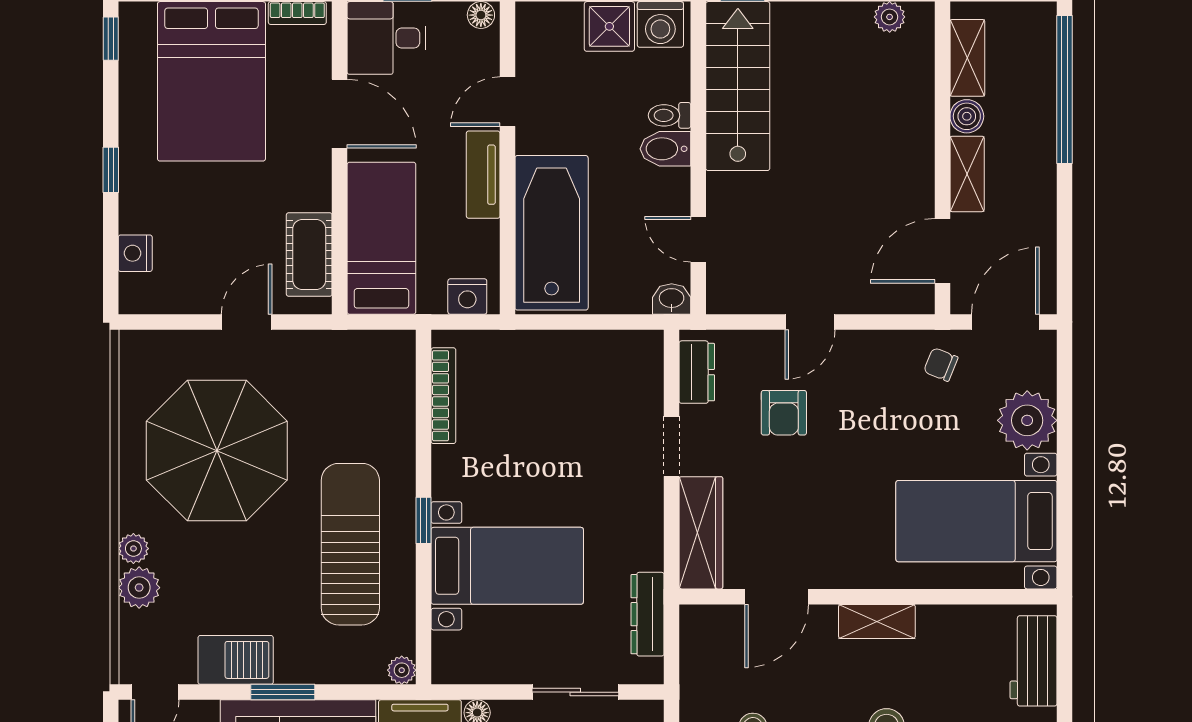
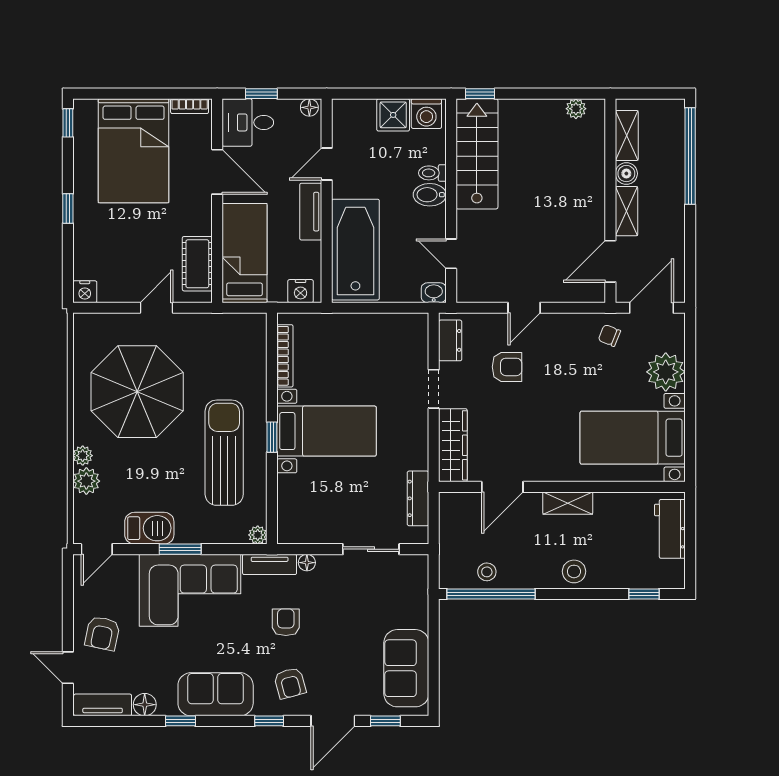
nightstand: (135, 253) -> (85, 292), moved, turned -90
armchair: (784, 413) -> (507, 367), turned -90
bed with nightstands: (507, 566) -> (327, 431), moved

